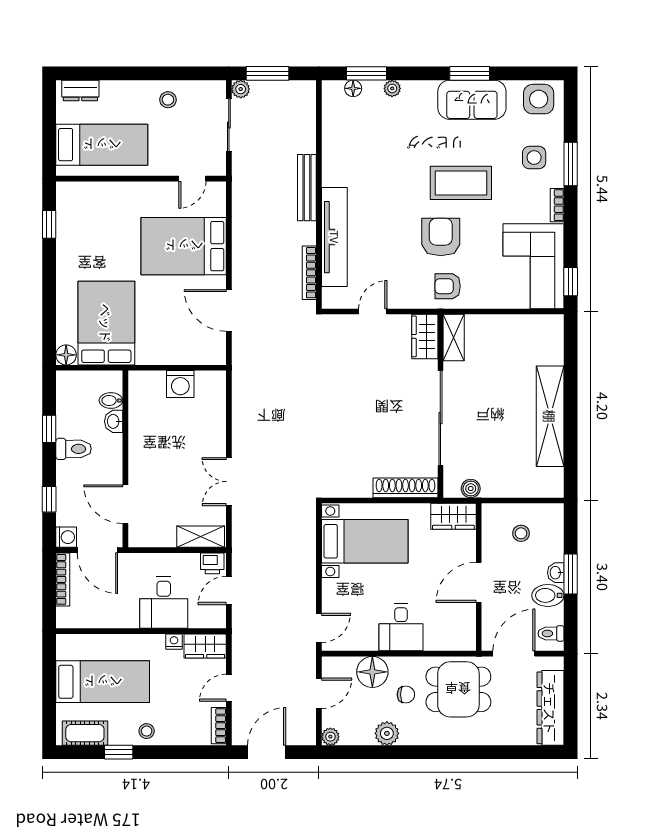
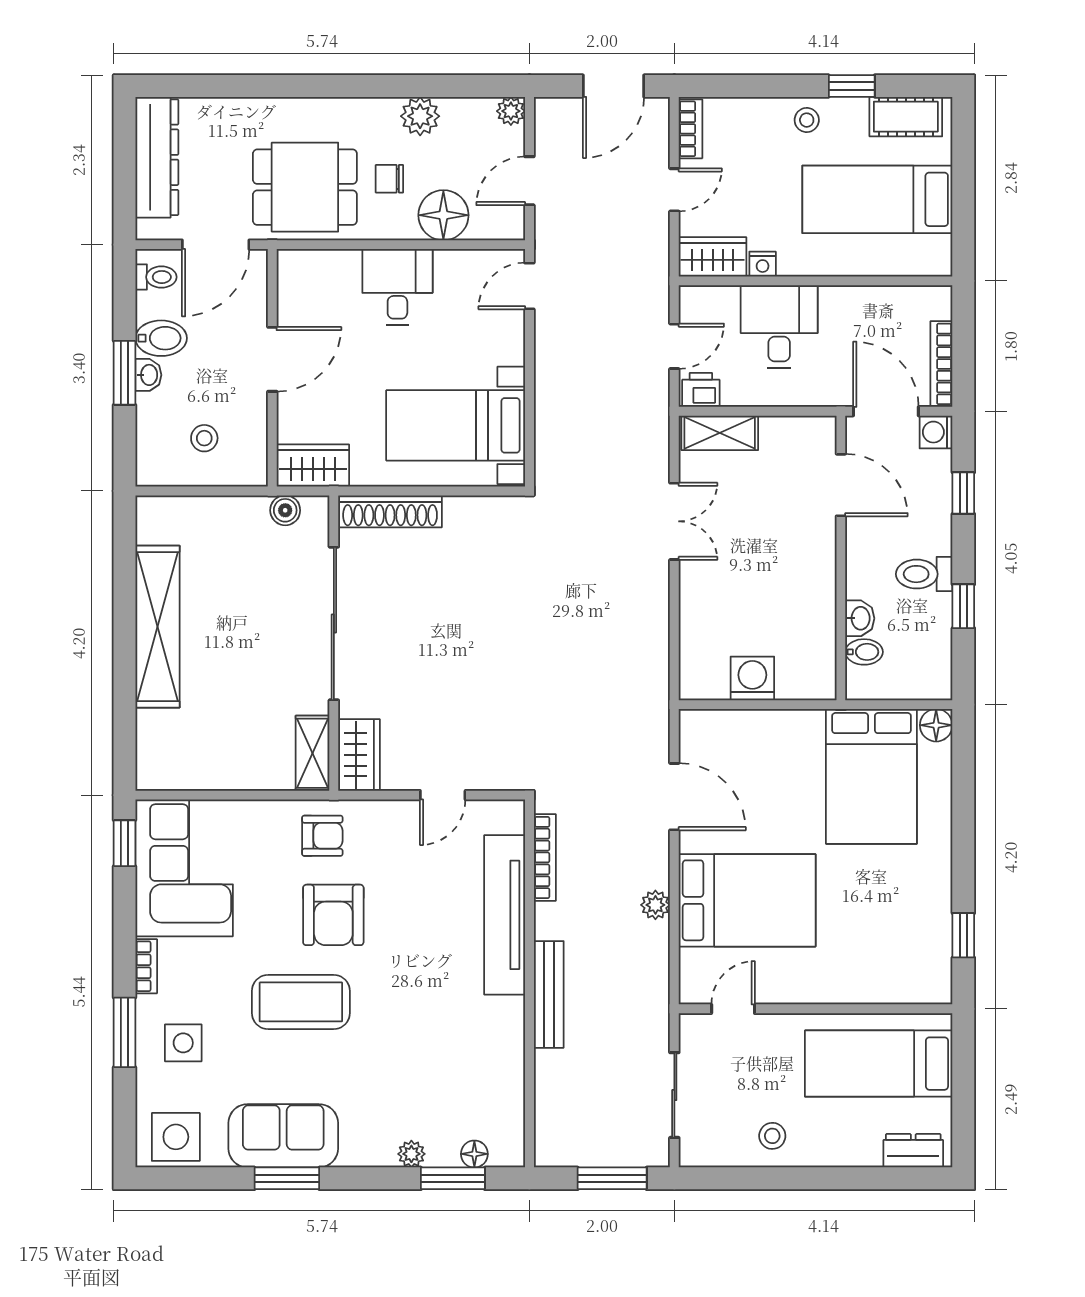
plant: (241, 89) -> (655, 905), moved

